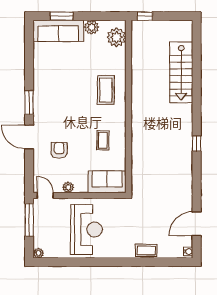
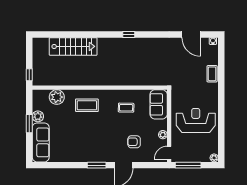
window: (62, 16) -> (29, 124), moved
plant: (116, 37) -> (57, 97), moved

